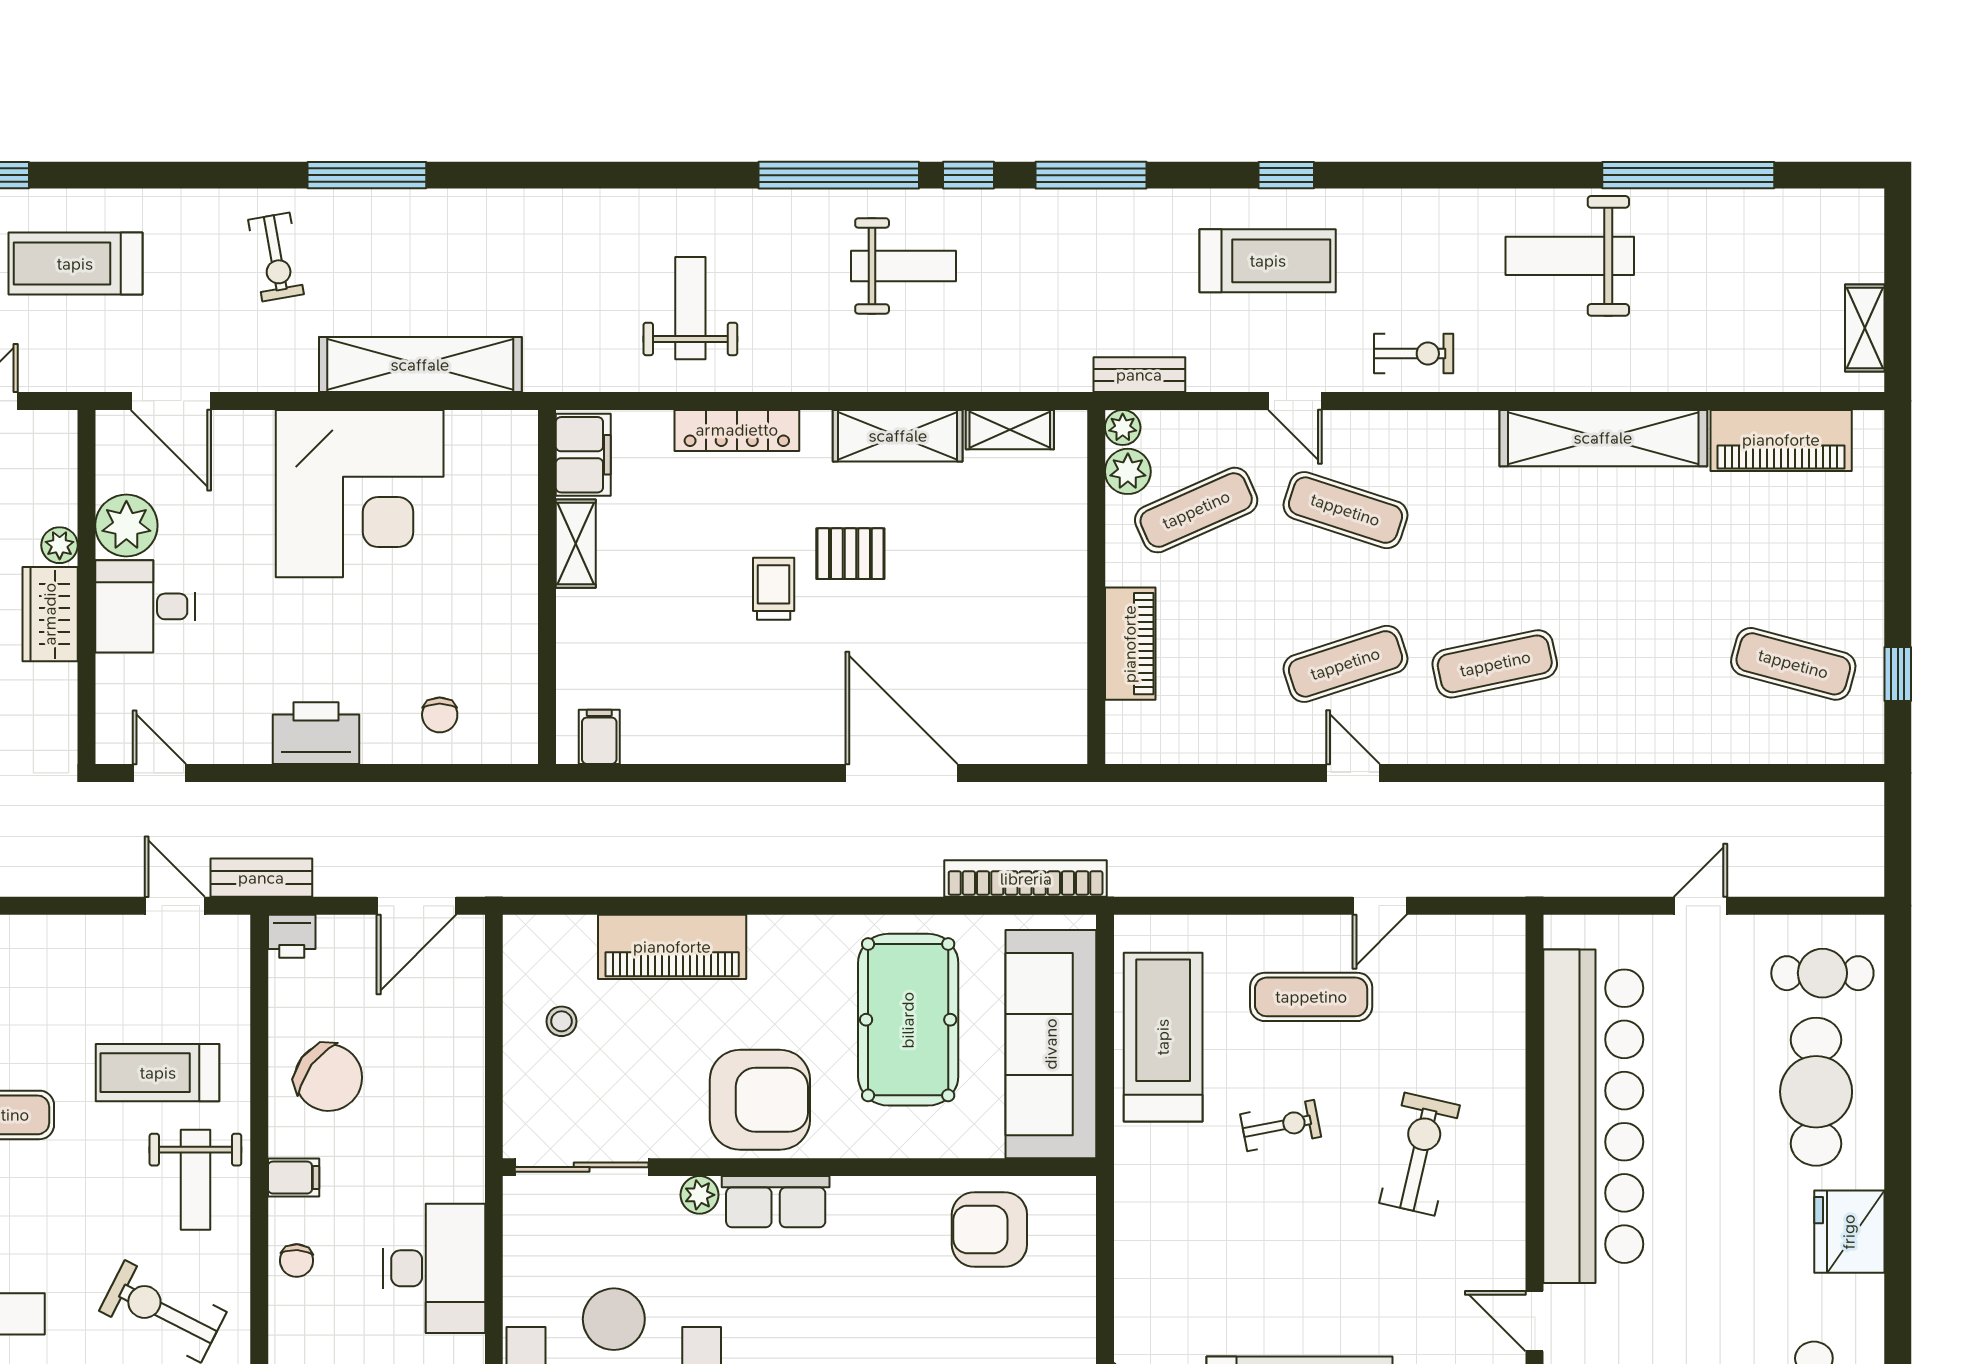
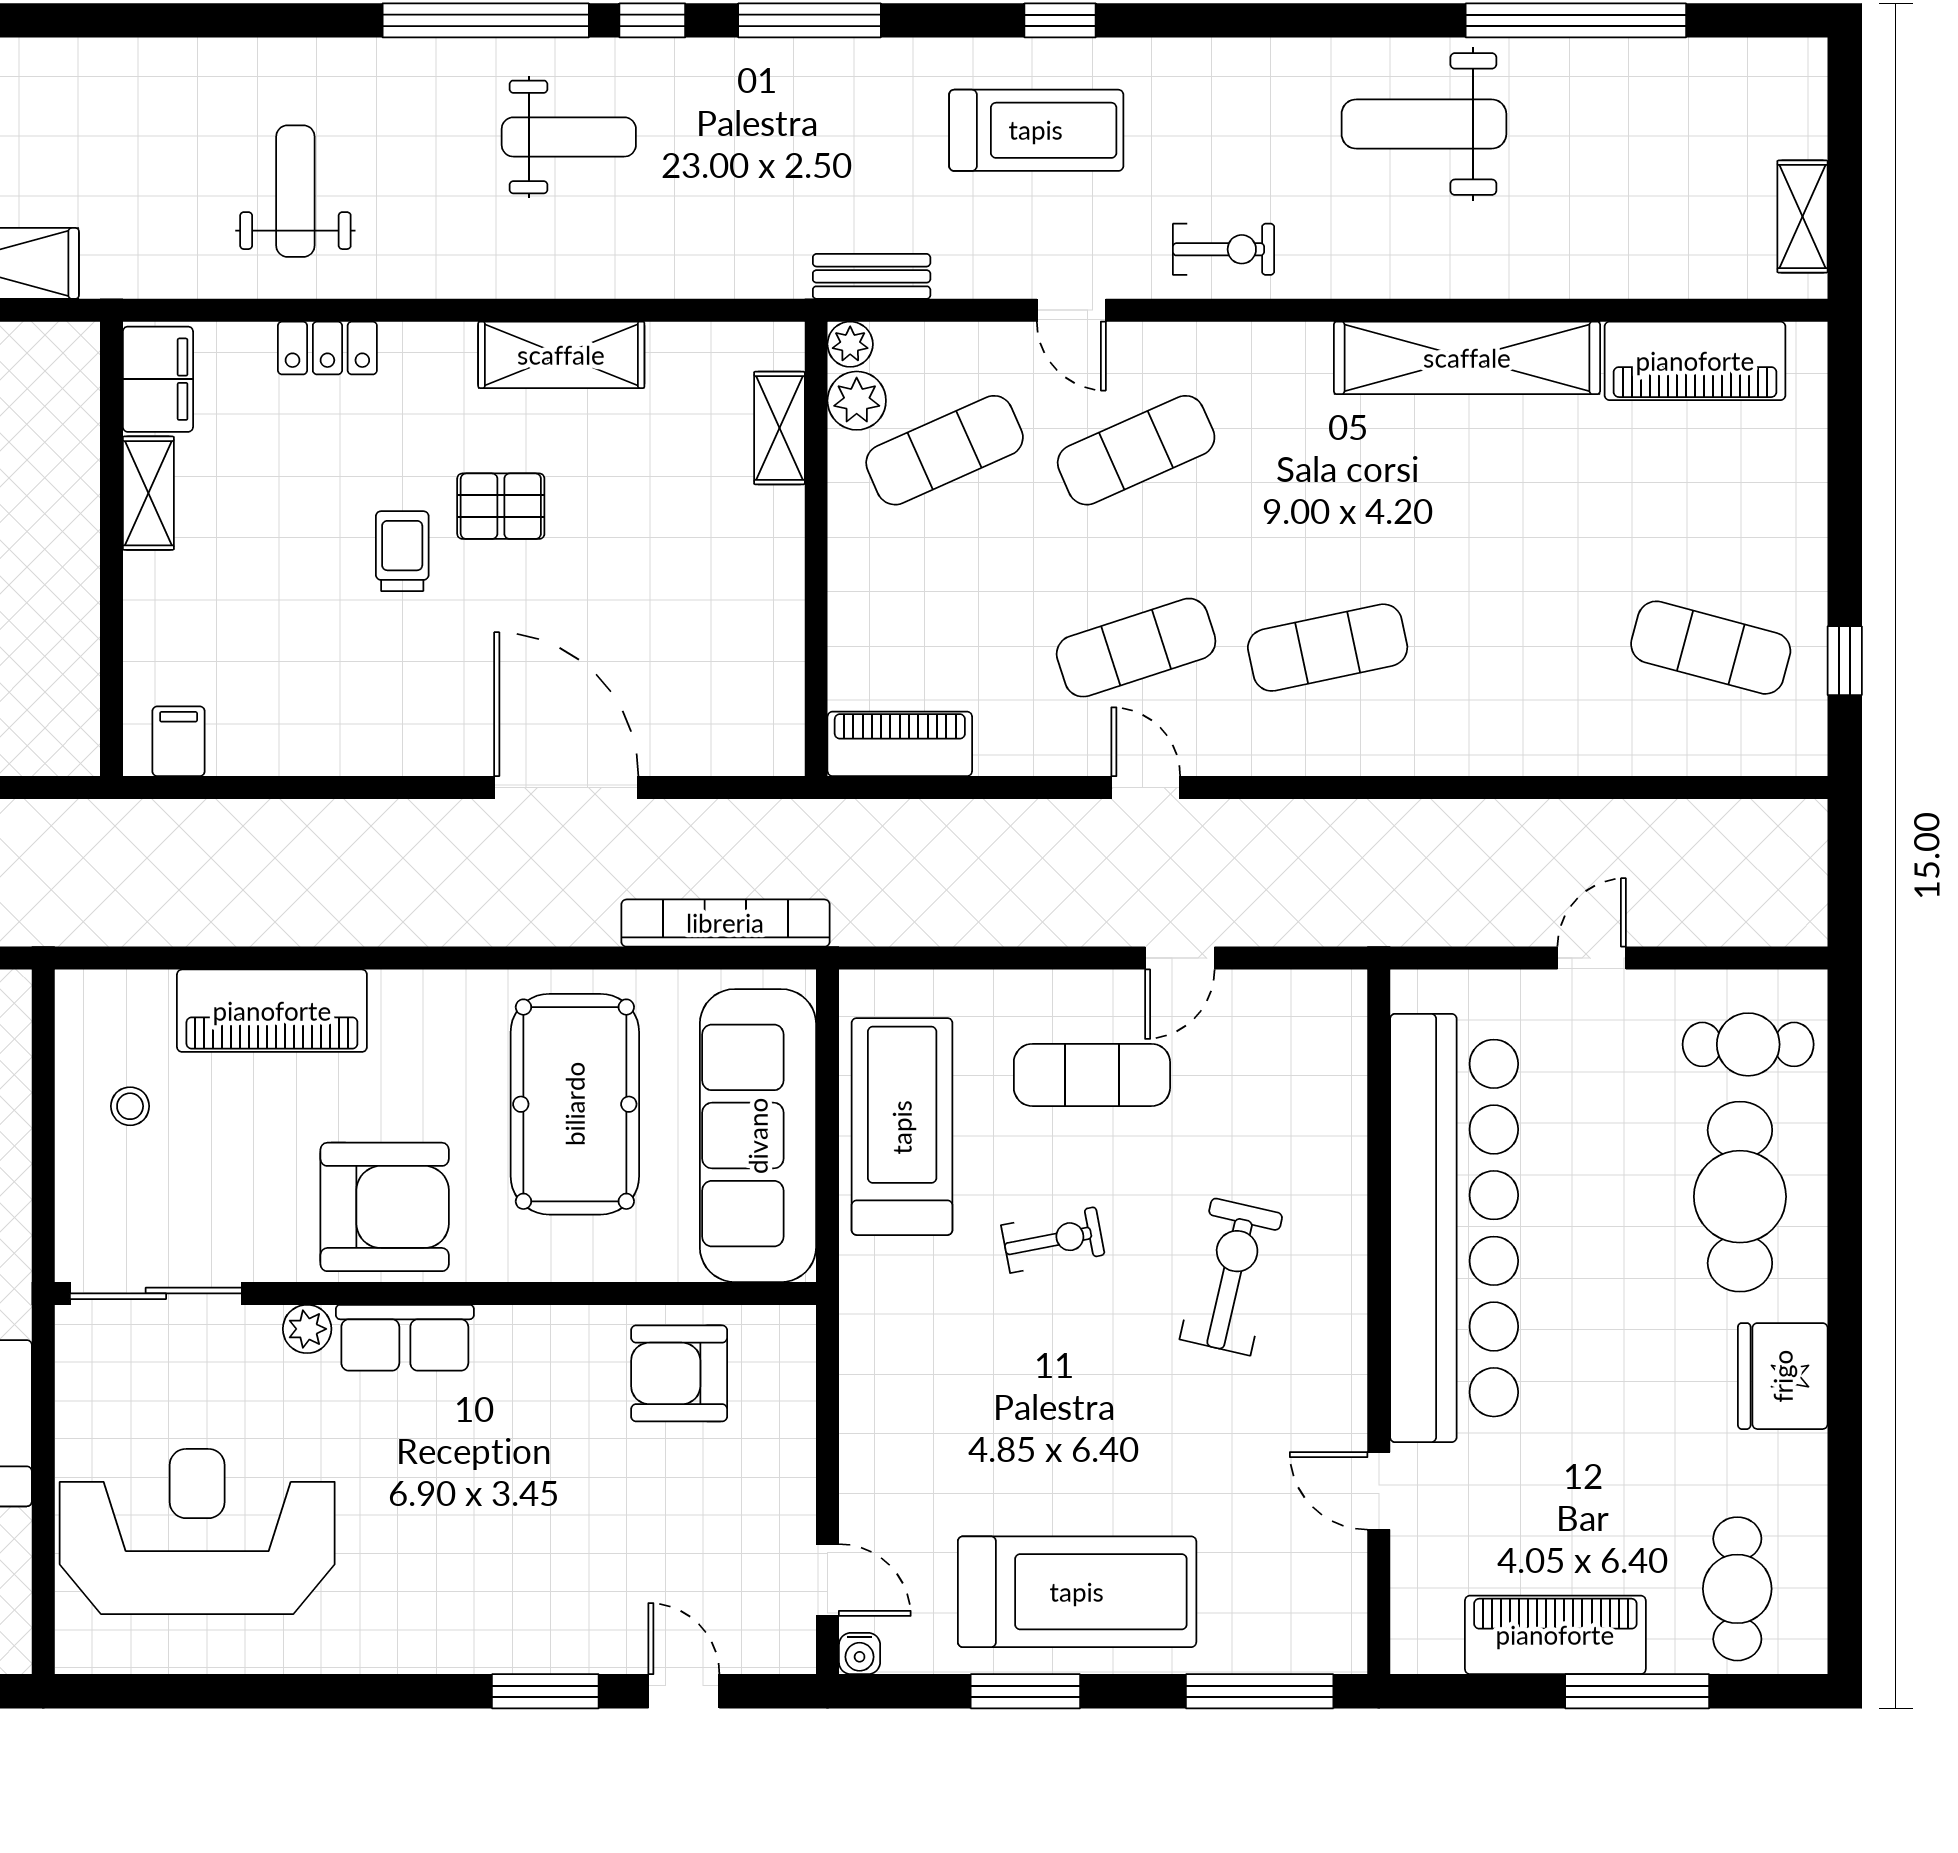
locker: (737, 430) -> (327, 348), width x0.66
shelving: (1010, 430) -> (779, 428), moved, turned 90
exercise mat: (1345, 510) -> (1136, 450), turned -42
piano: (1130, 644) -> (900, 744), moved, turned -90

